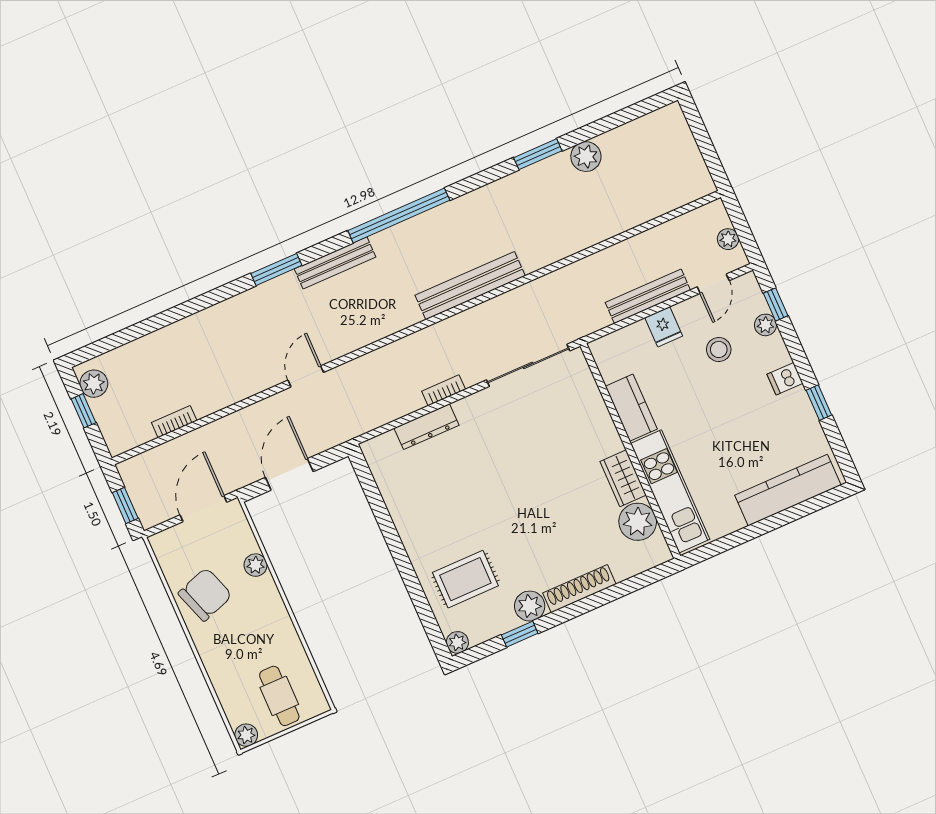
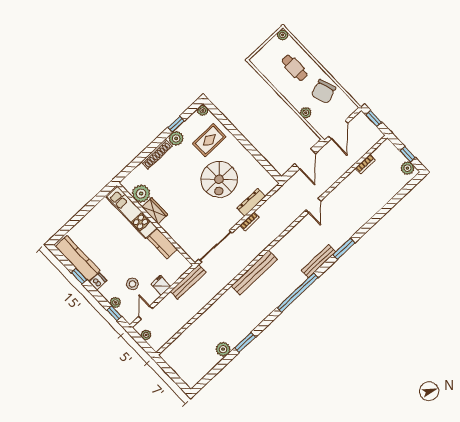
bench: (648, 296) -> (188, 282), moved
kitchen counter: (788, 490) -> (78, 258), moved, turned -90
spiral stairs: (474, 495) -> (219, 179), added
cafe table: (279, 696) -> (294, 68), moved

